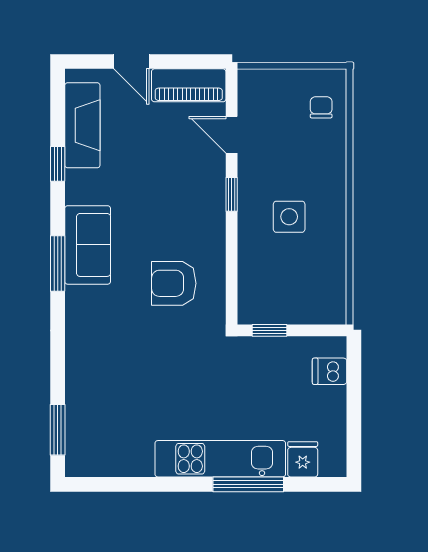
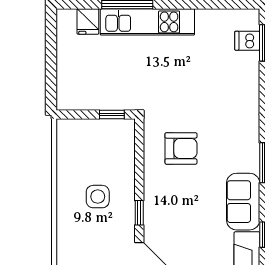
sofa: (88, 245) -> (243, 202), moved
dishwasher: (330, 371) -> (247, 41), moved, turned 180

